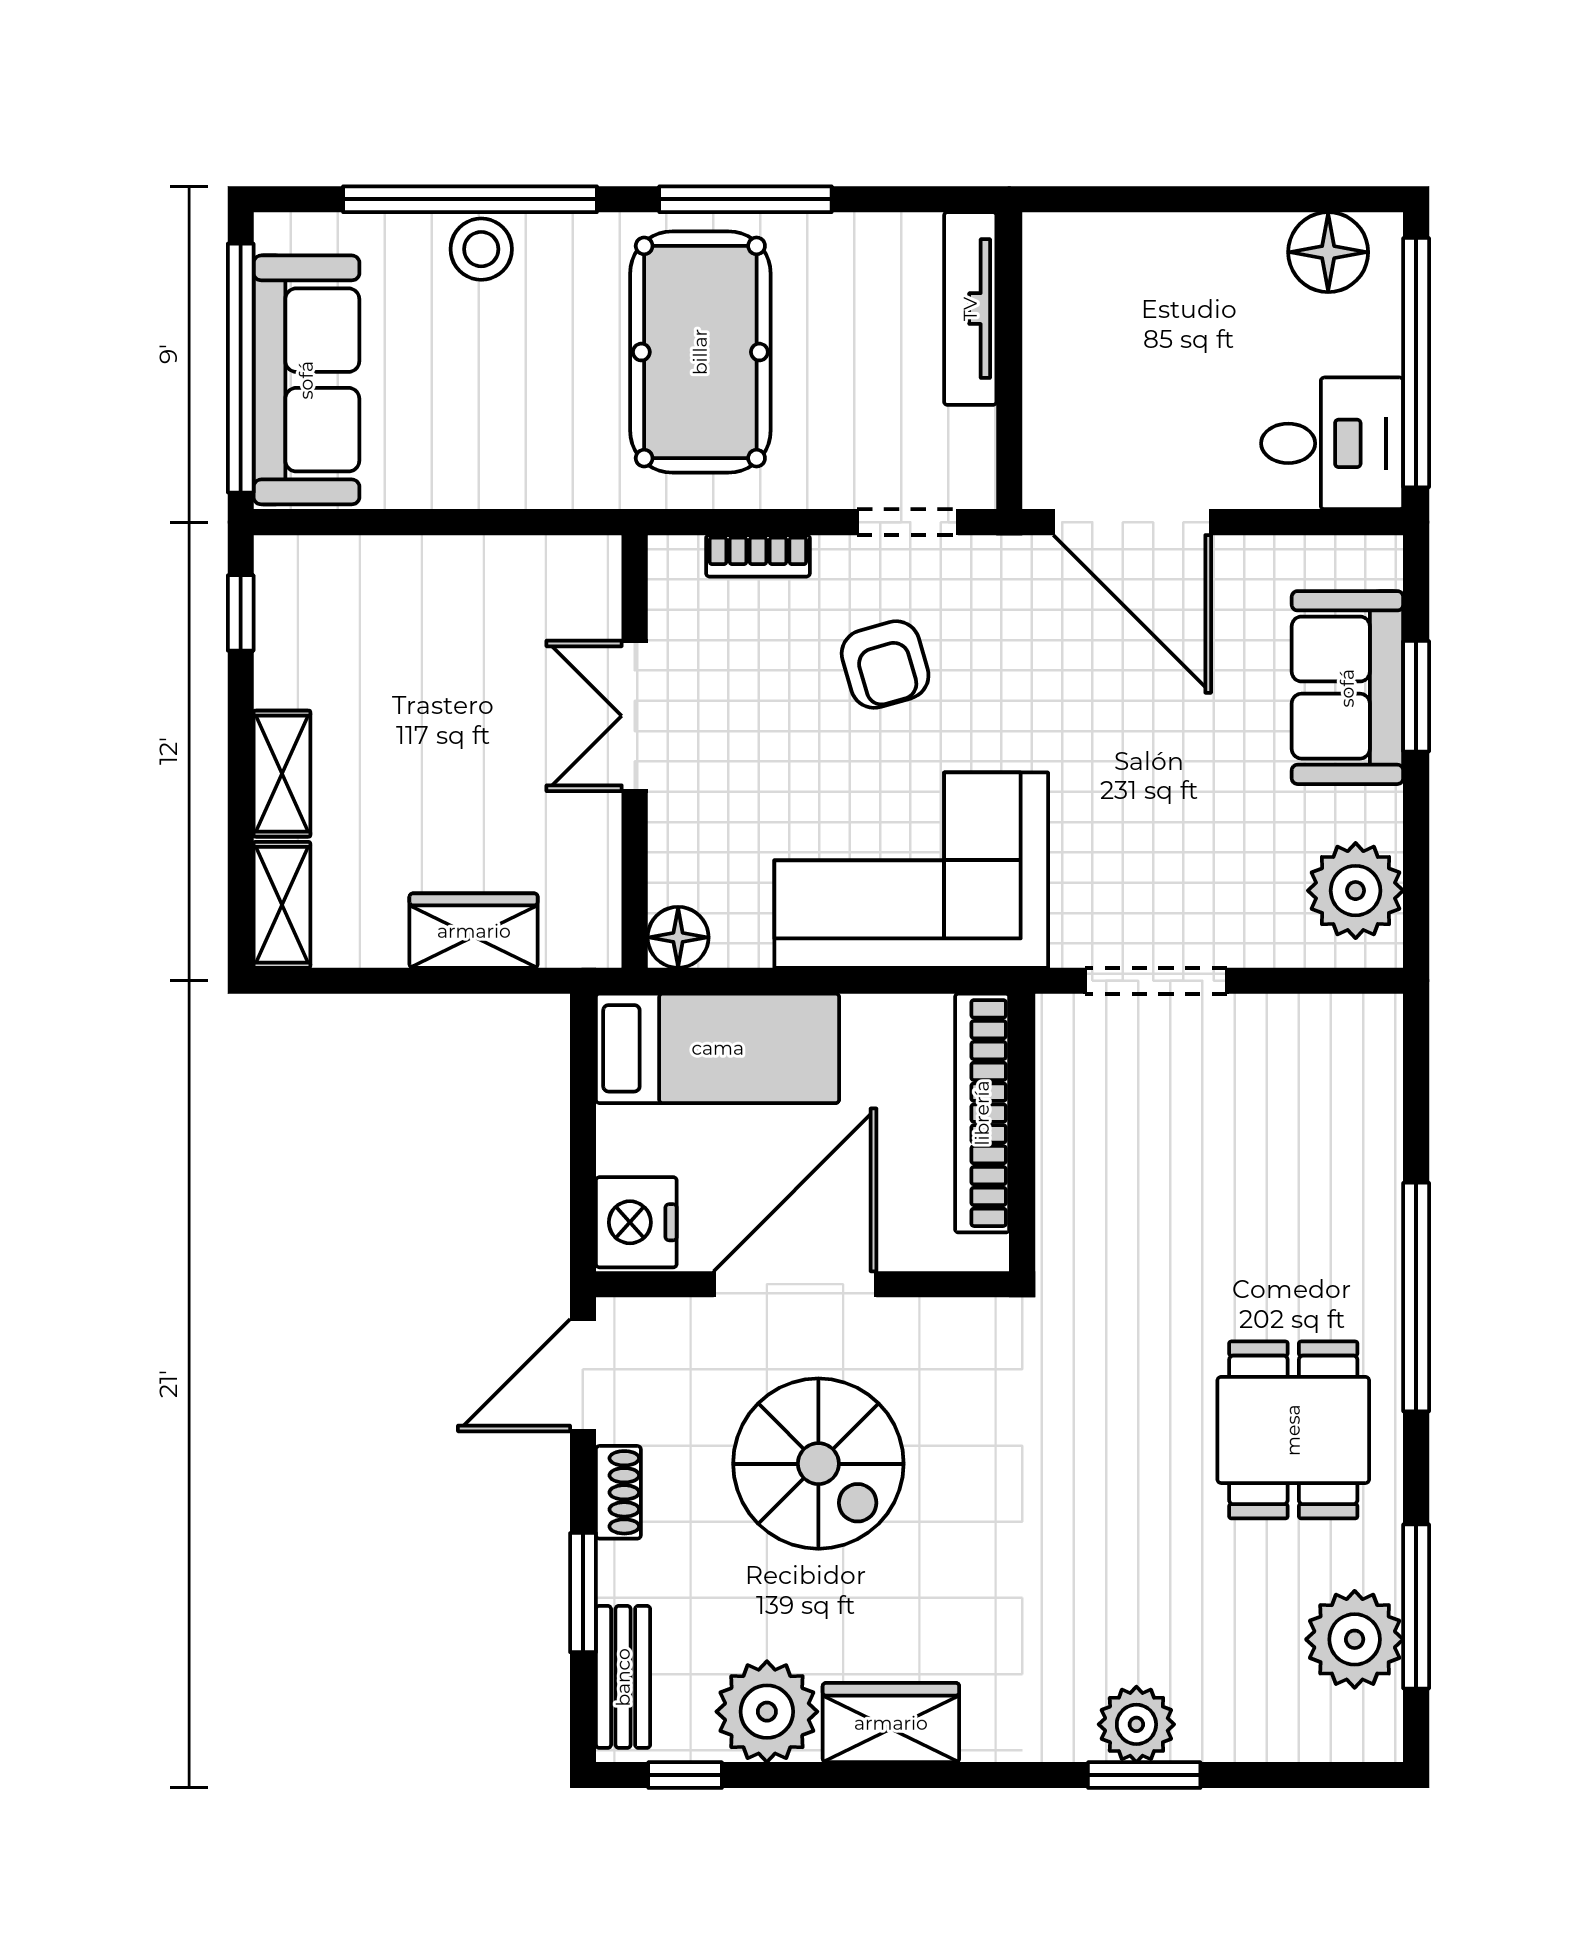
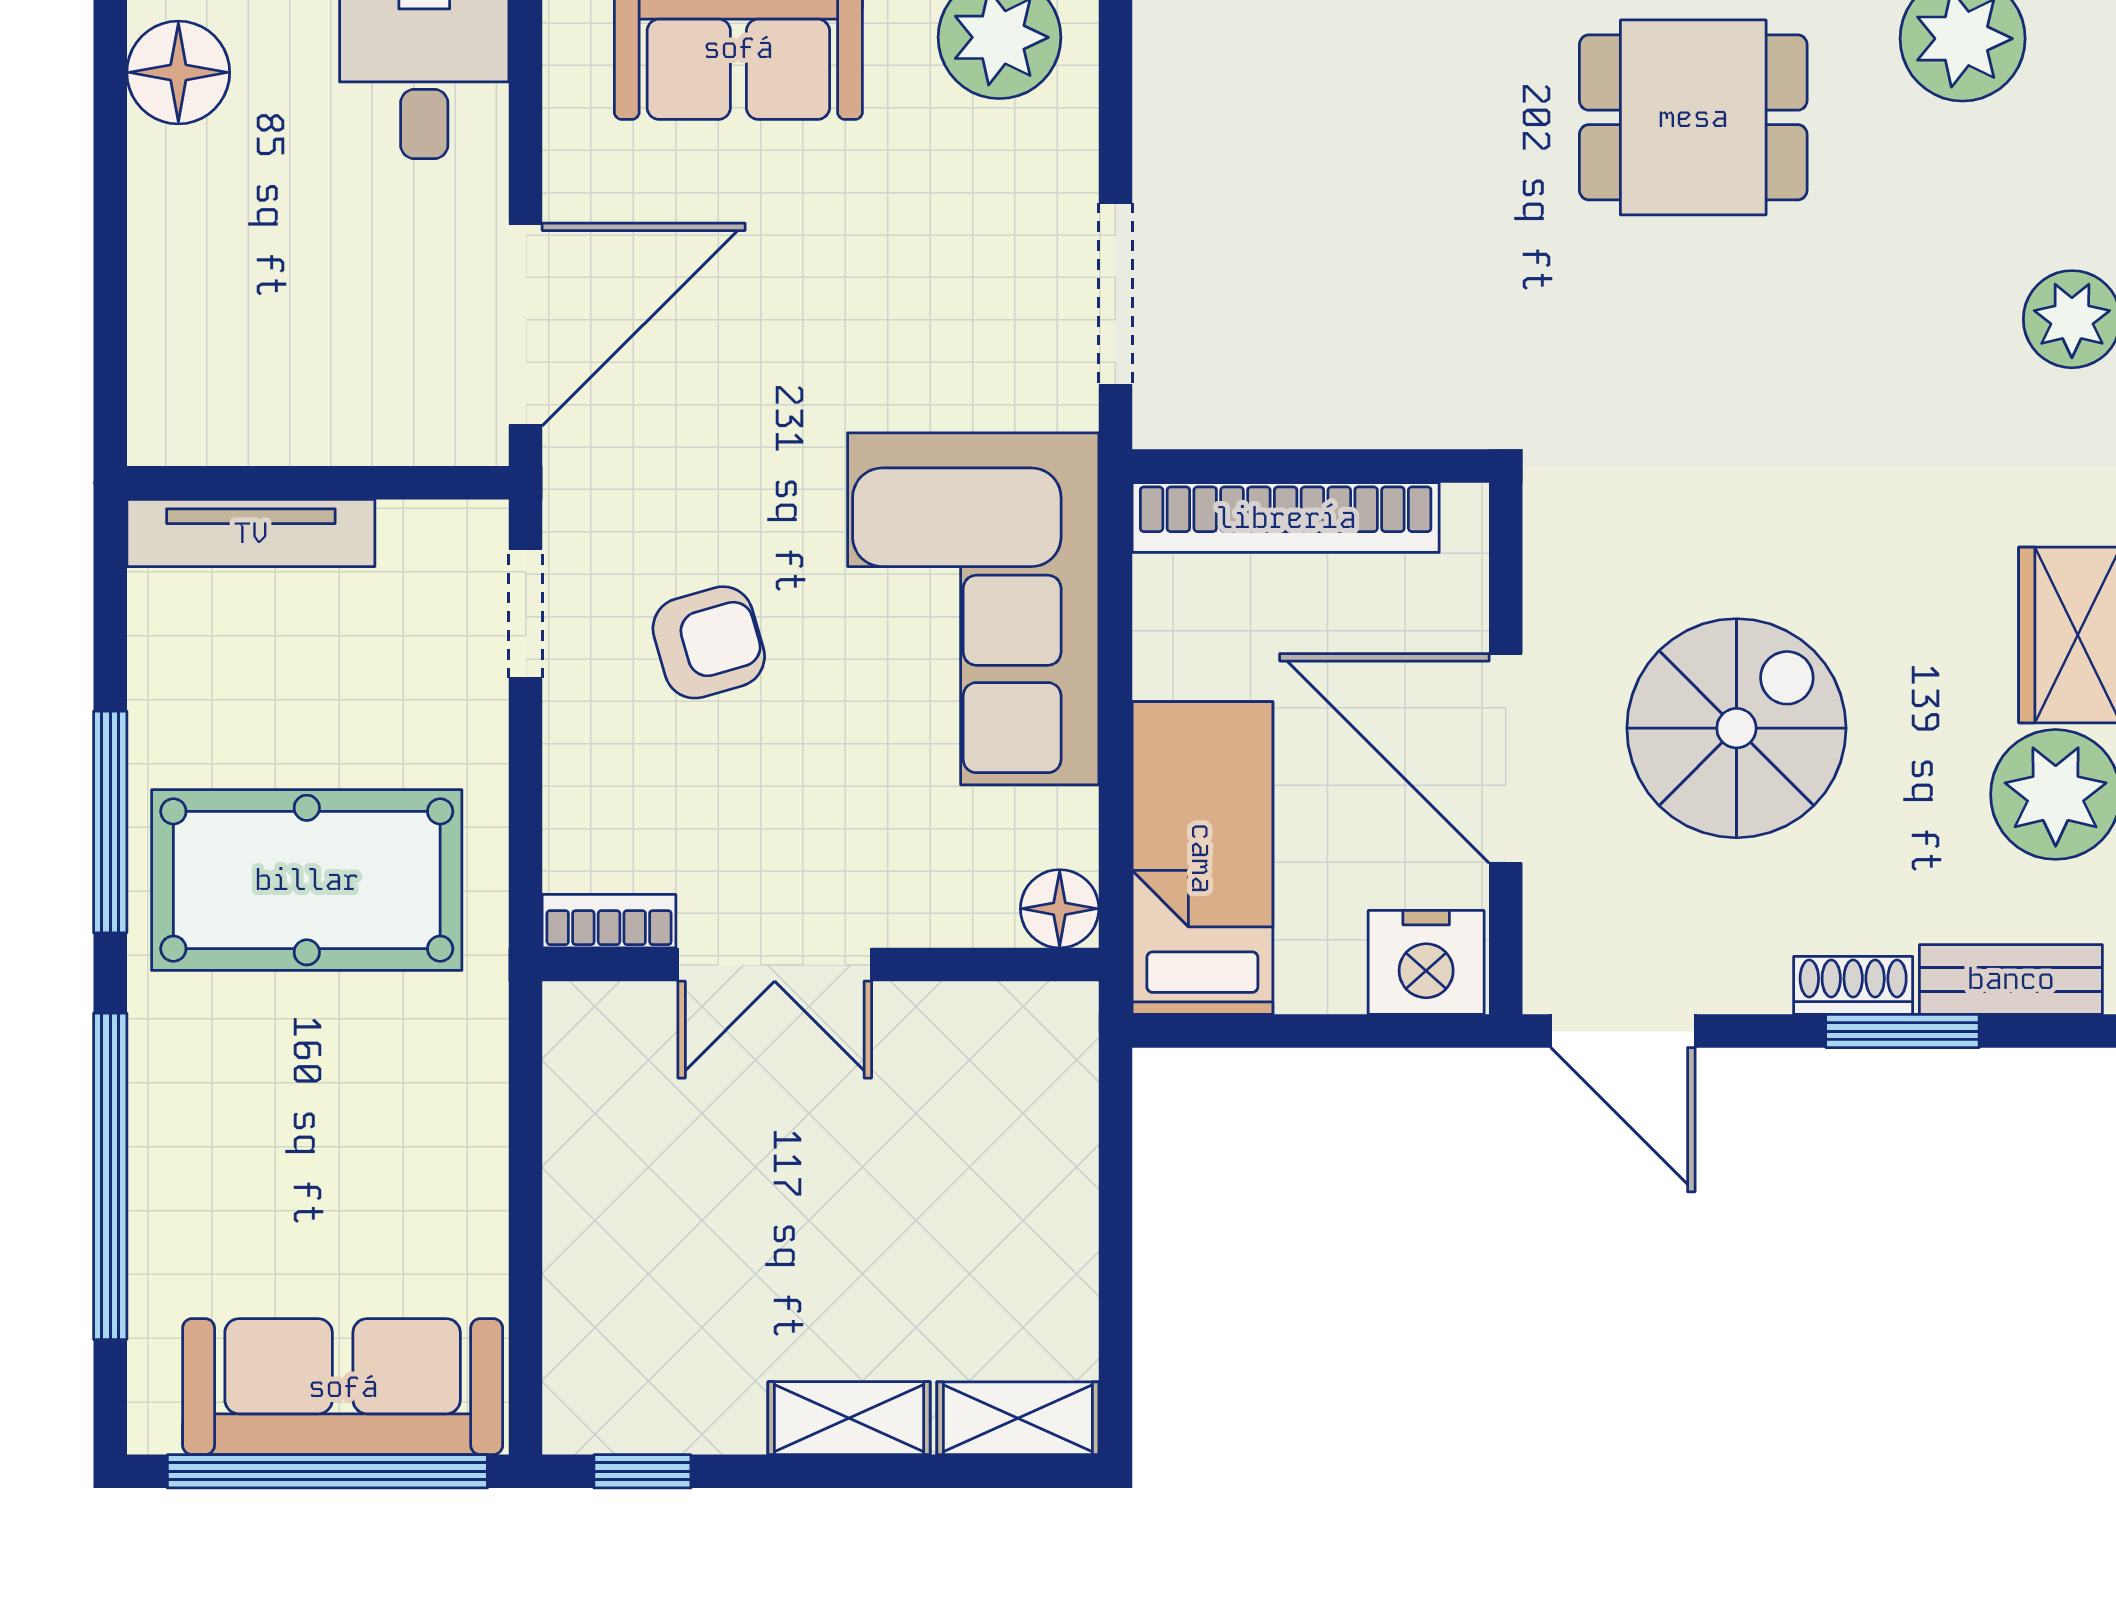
stool: (481, 249) -> (174, 1162), removed
bookcase: (758, 556) -> (609, 921), moved, turned -90
wardrobe: (474, 931) -> (1051, 1172), removed
shoe rack: (618, 1492) -> (1853, 985), moved

